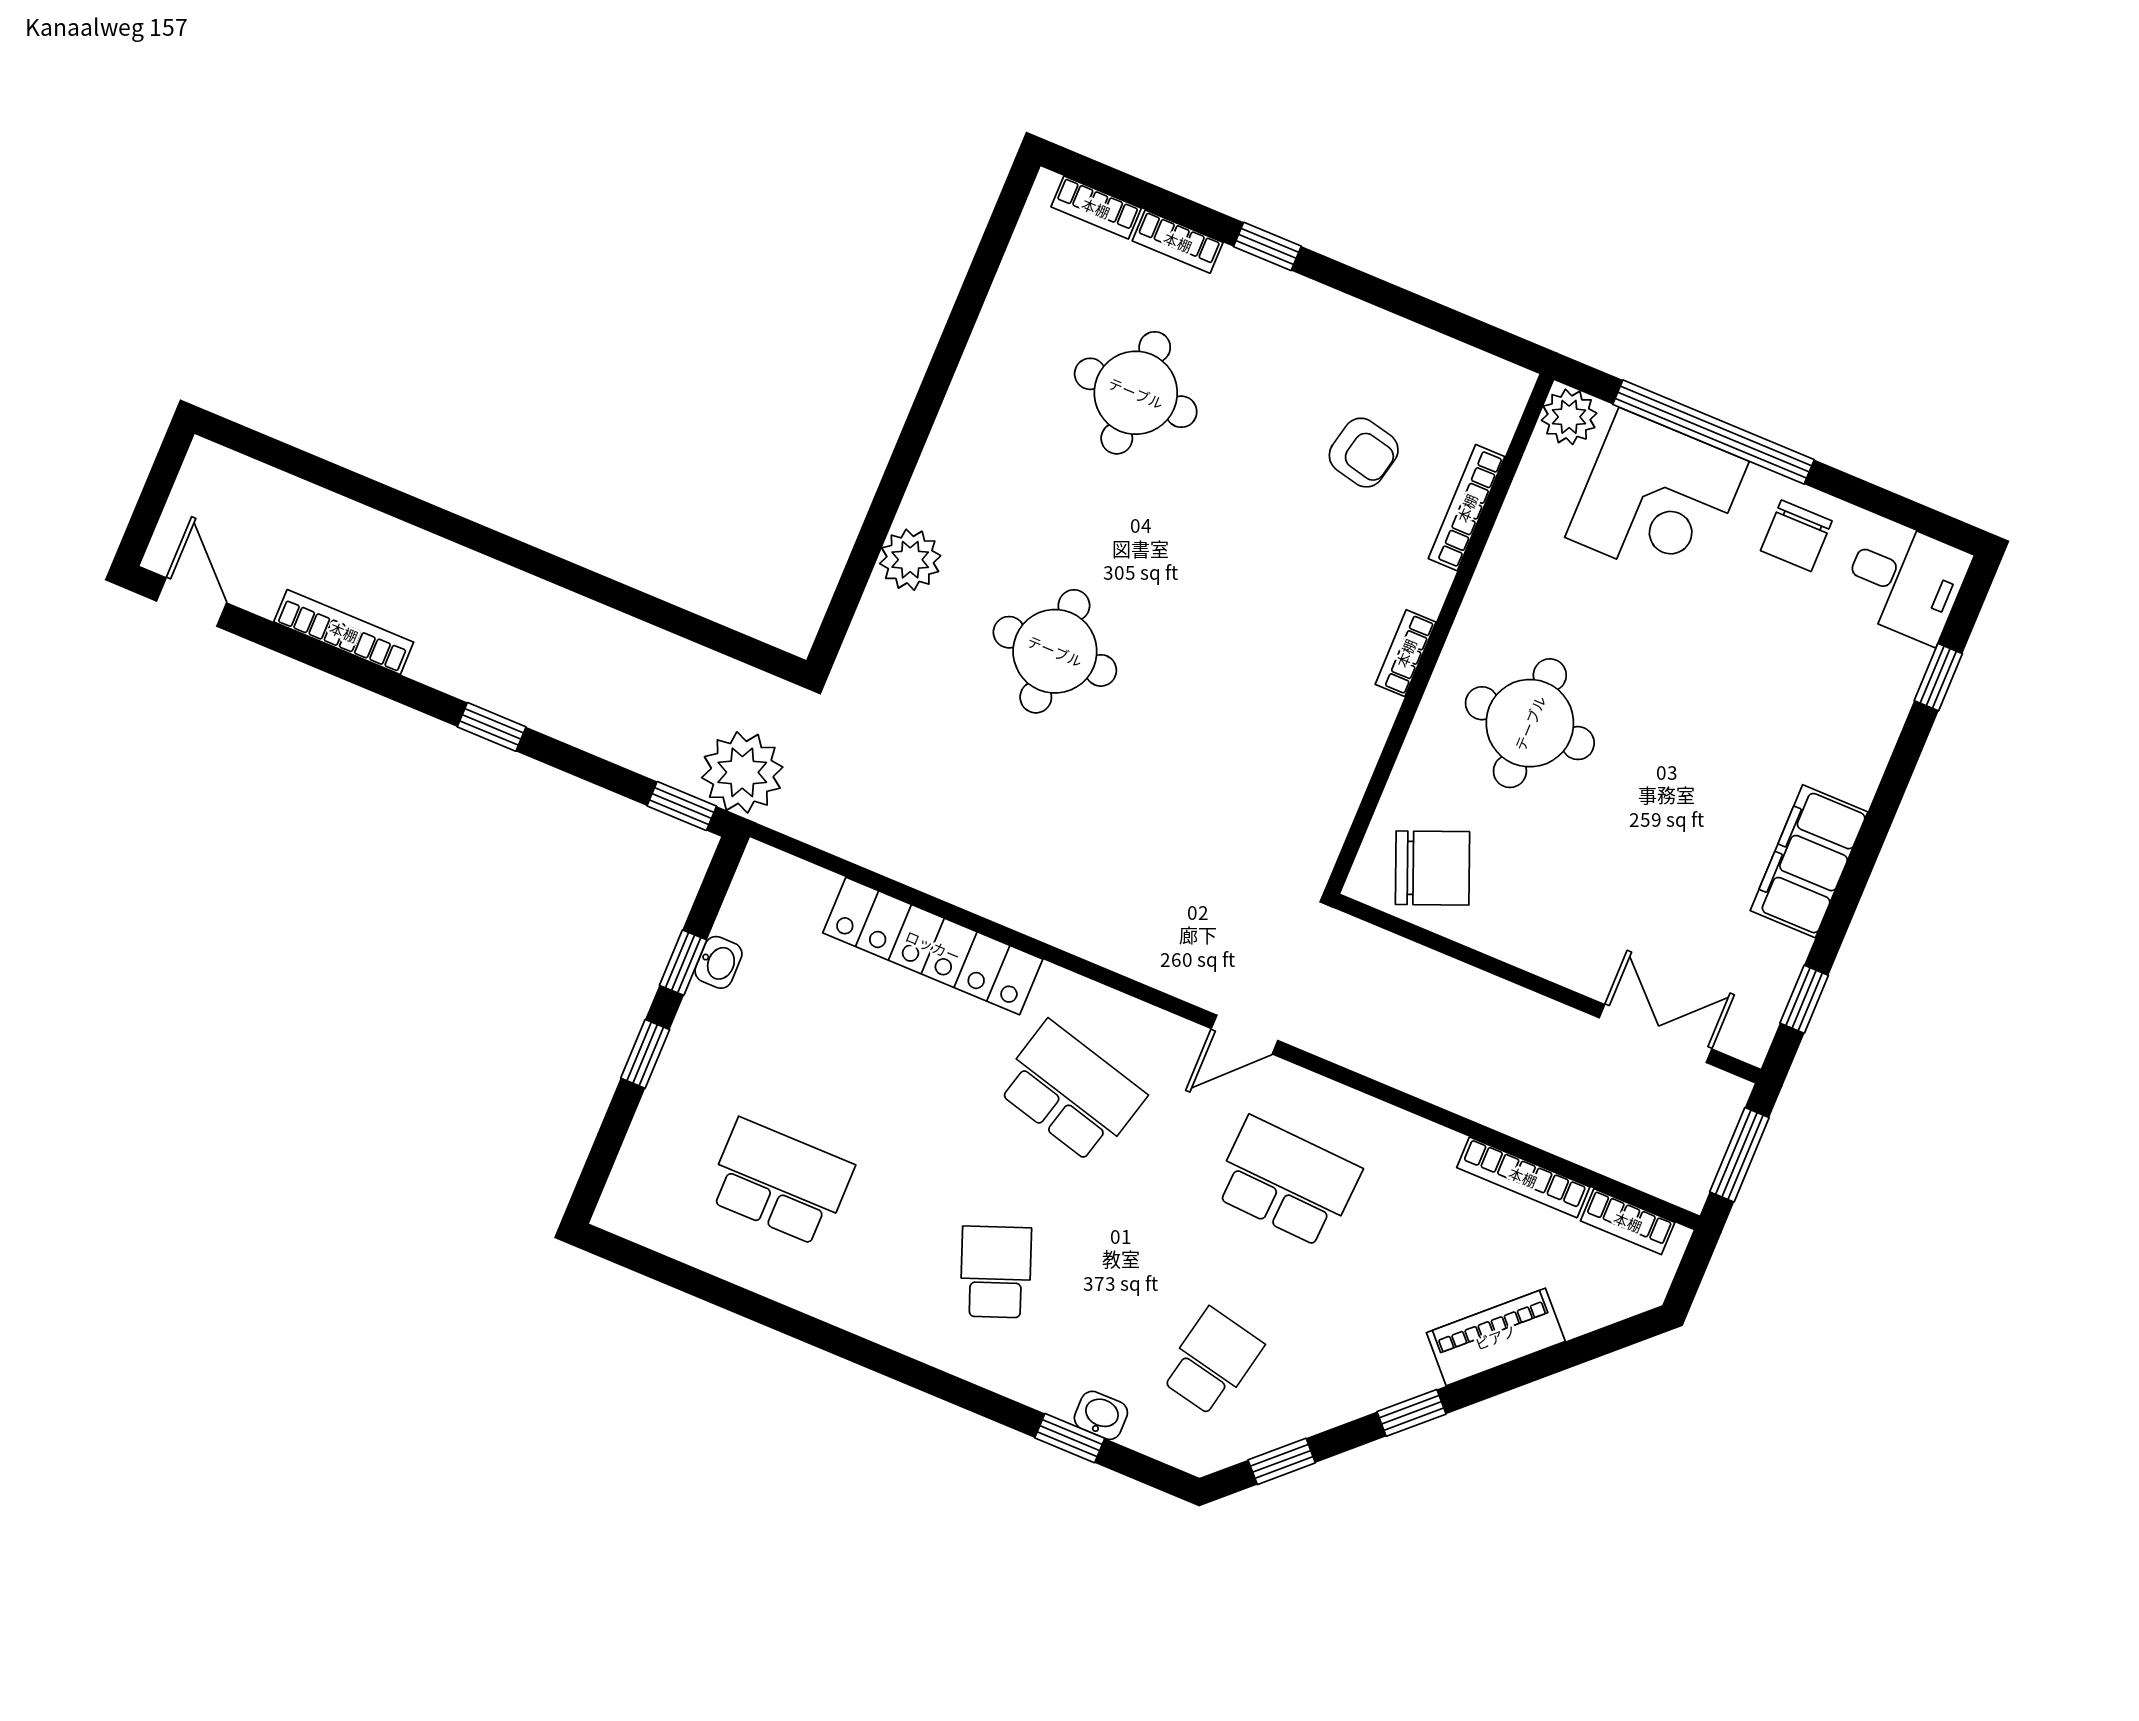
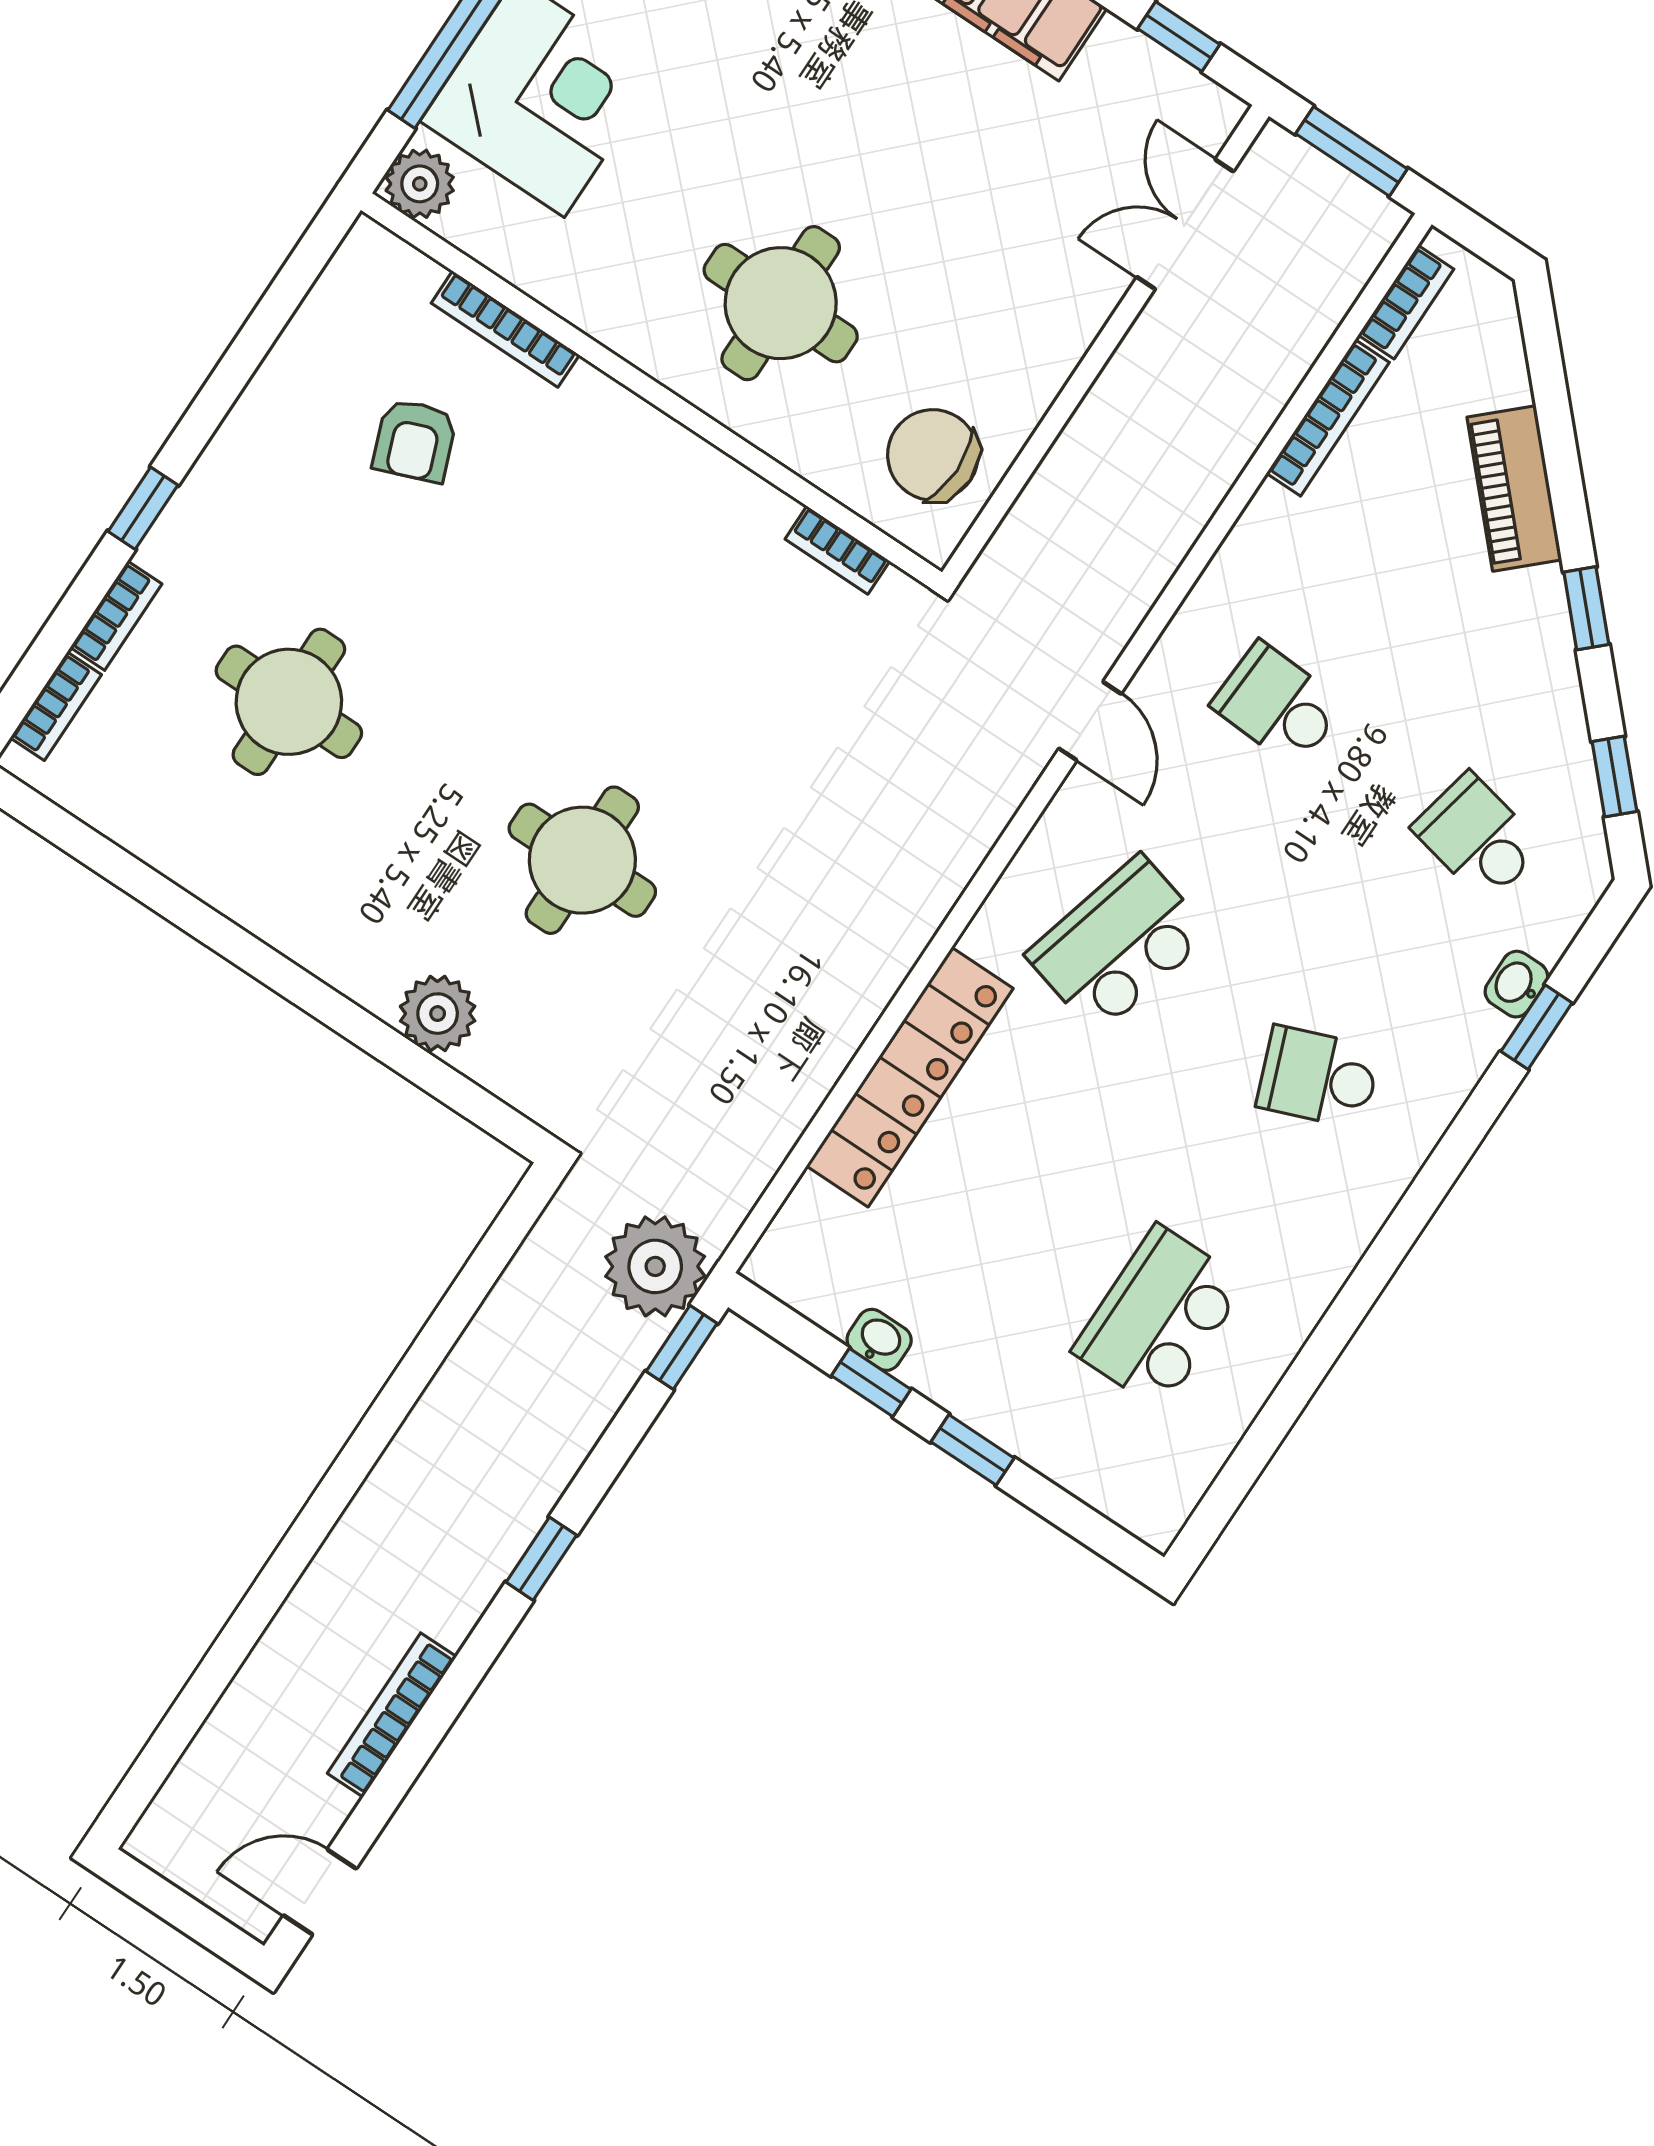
armchair: (1364, 453) -> (415, 440), turned 146
bookcase: (1406, 653) -> (837, 550), moved
chair: (1432, 868) -> (933, 455), turned -68
school desk: (1287, 1182) -> (1278, 705), width x0.54

